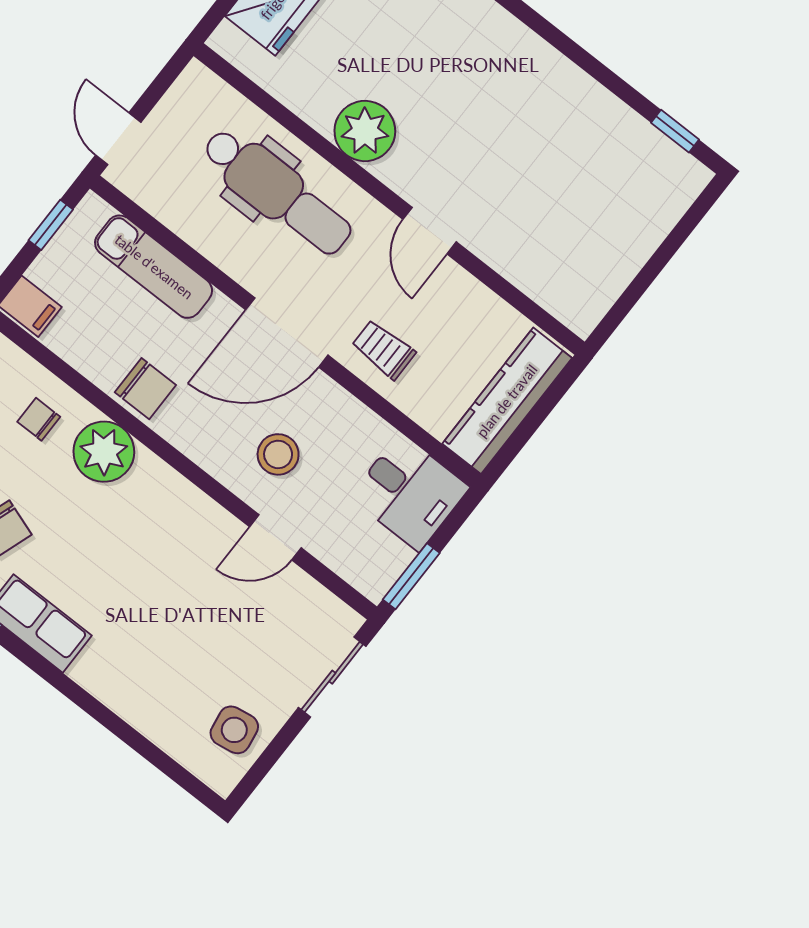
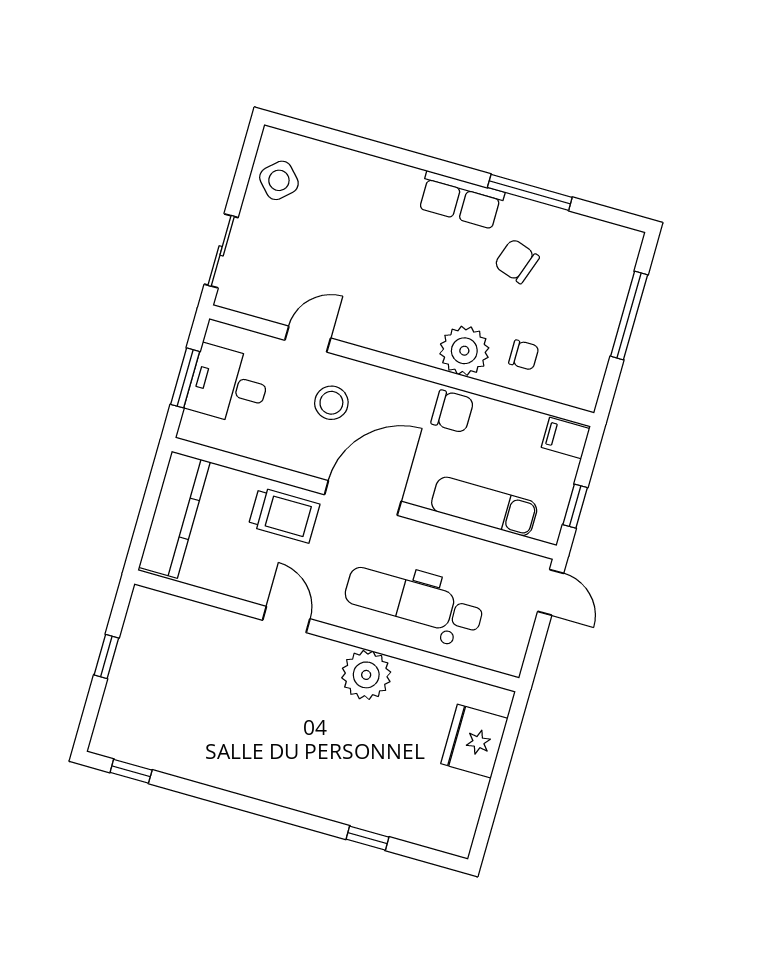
window: (650, 272) -> (106, 656), added
trolley: (384, 350) -> (284, 515), width x1.36, depth x1.39
chair: (145, 389) -> (452, 411), turned 180
desk: (409, 492) -> (229, 385), moved
window: (411, 576) -> (185, 378), moved
side table: (234, 730) -> (279, 180), turned -34

